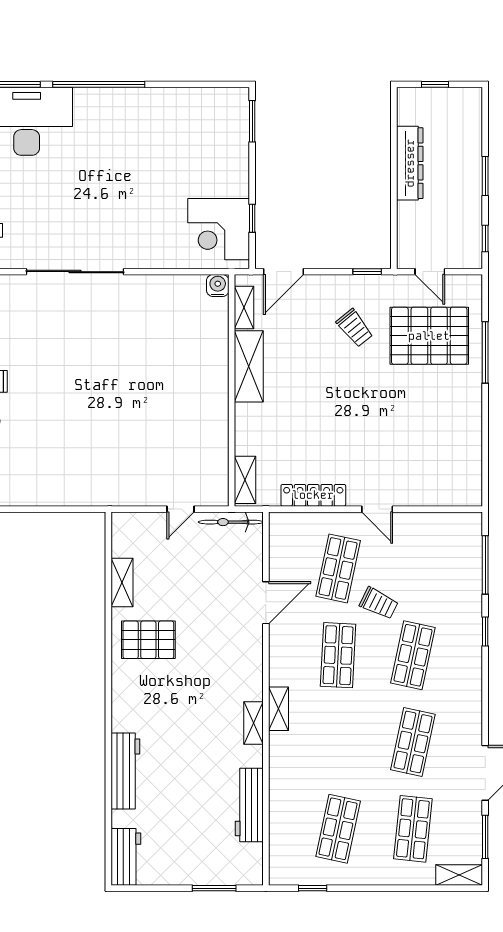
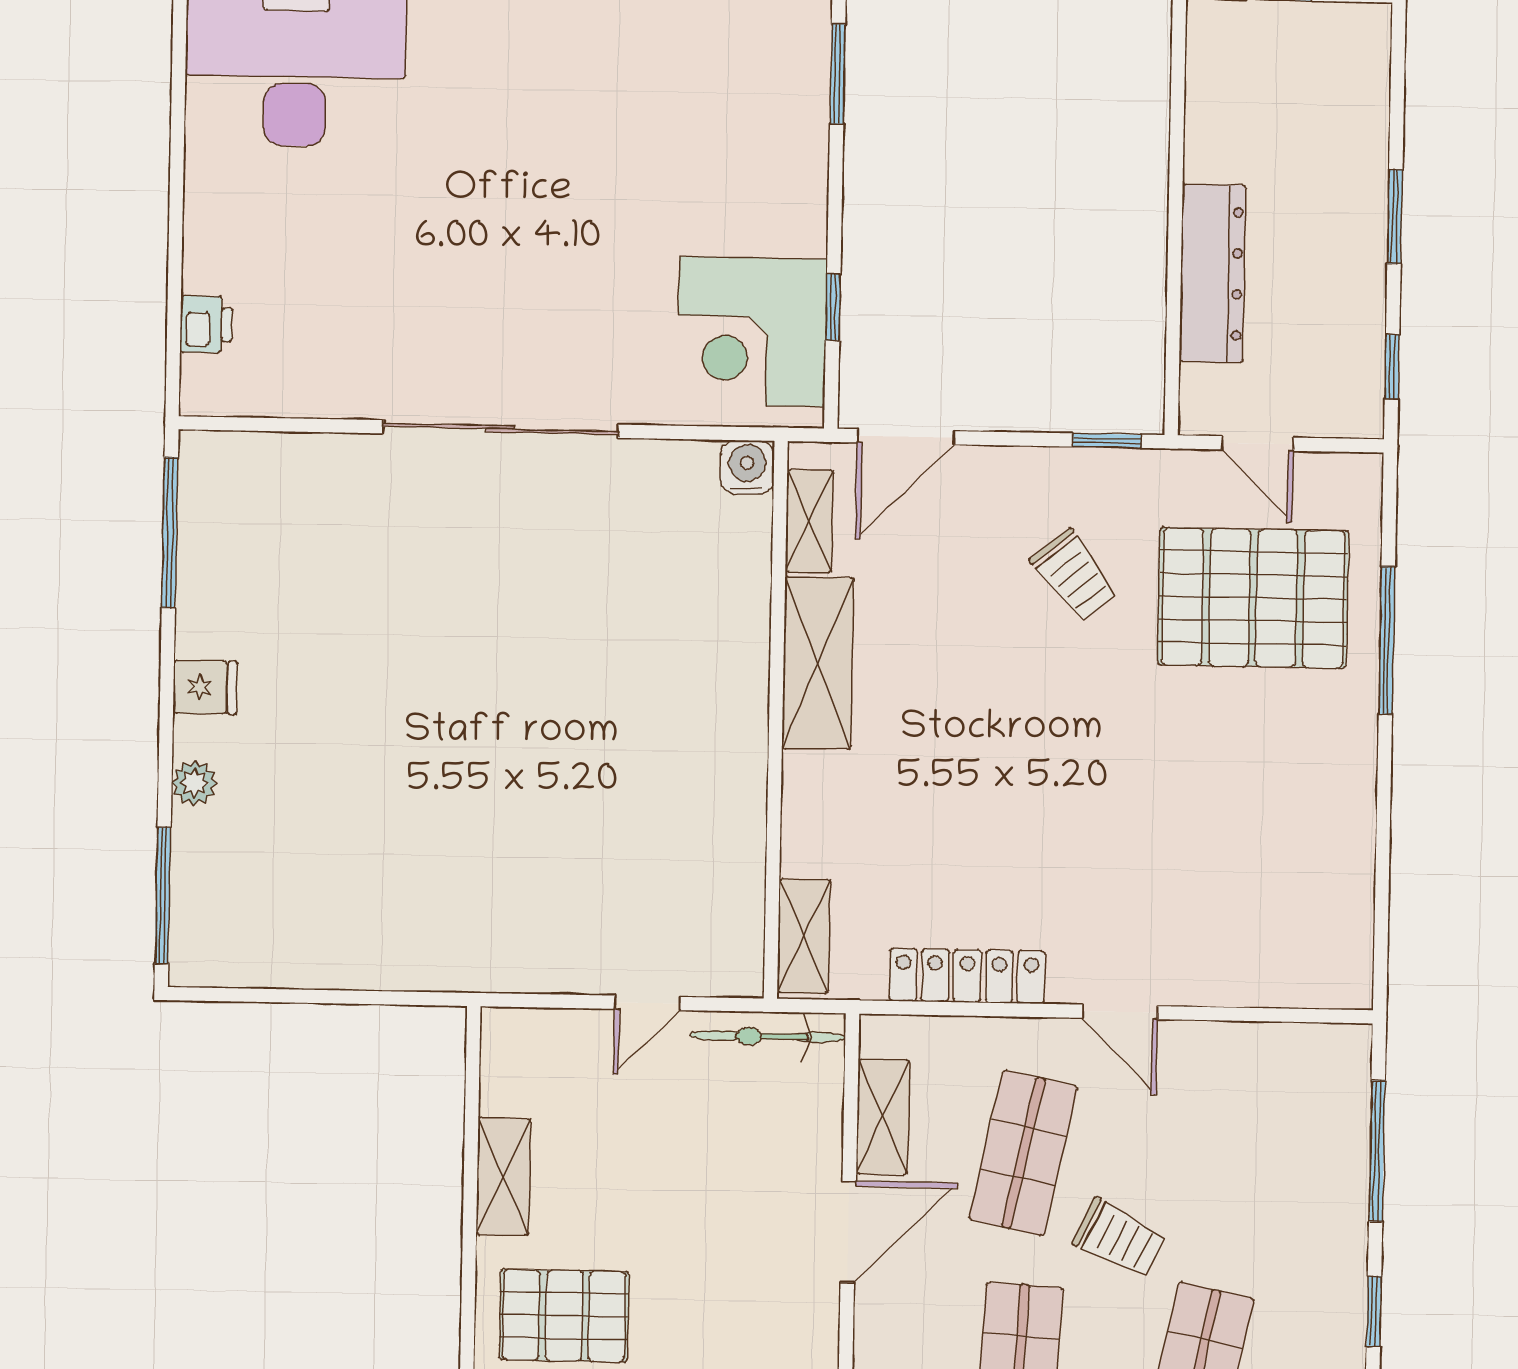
dresser: (410, 163) -> (1212, 274), moved
sliding door: (75, 272) -> (501, 429), moved
shelving: (279, 555) -> (883, 1117), added

